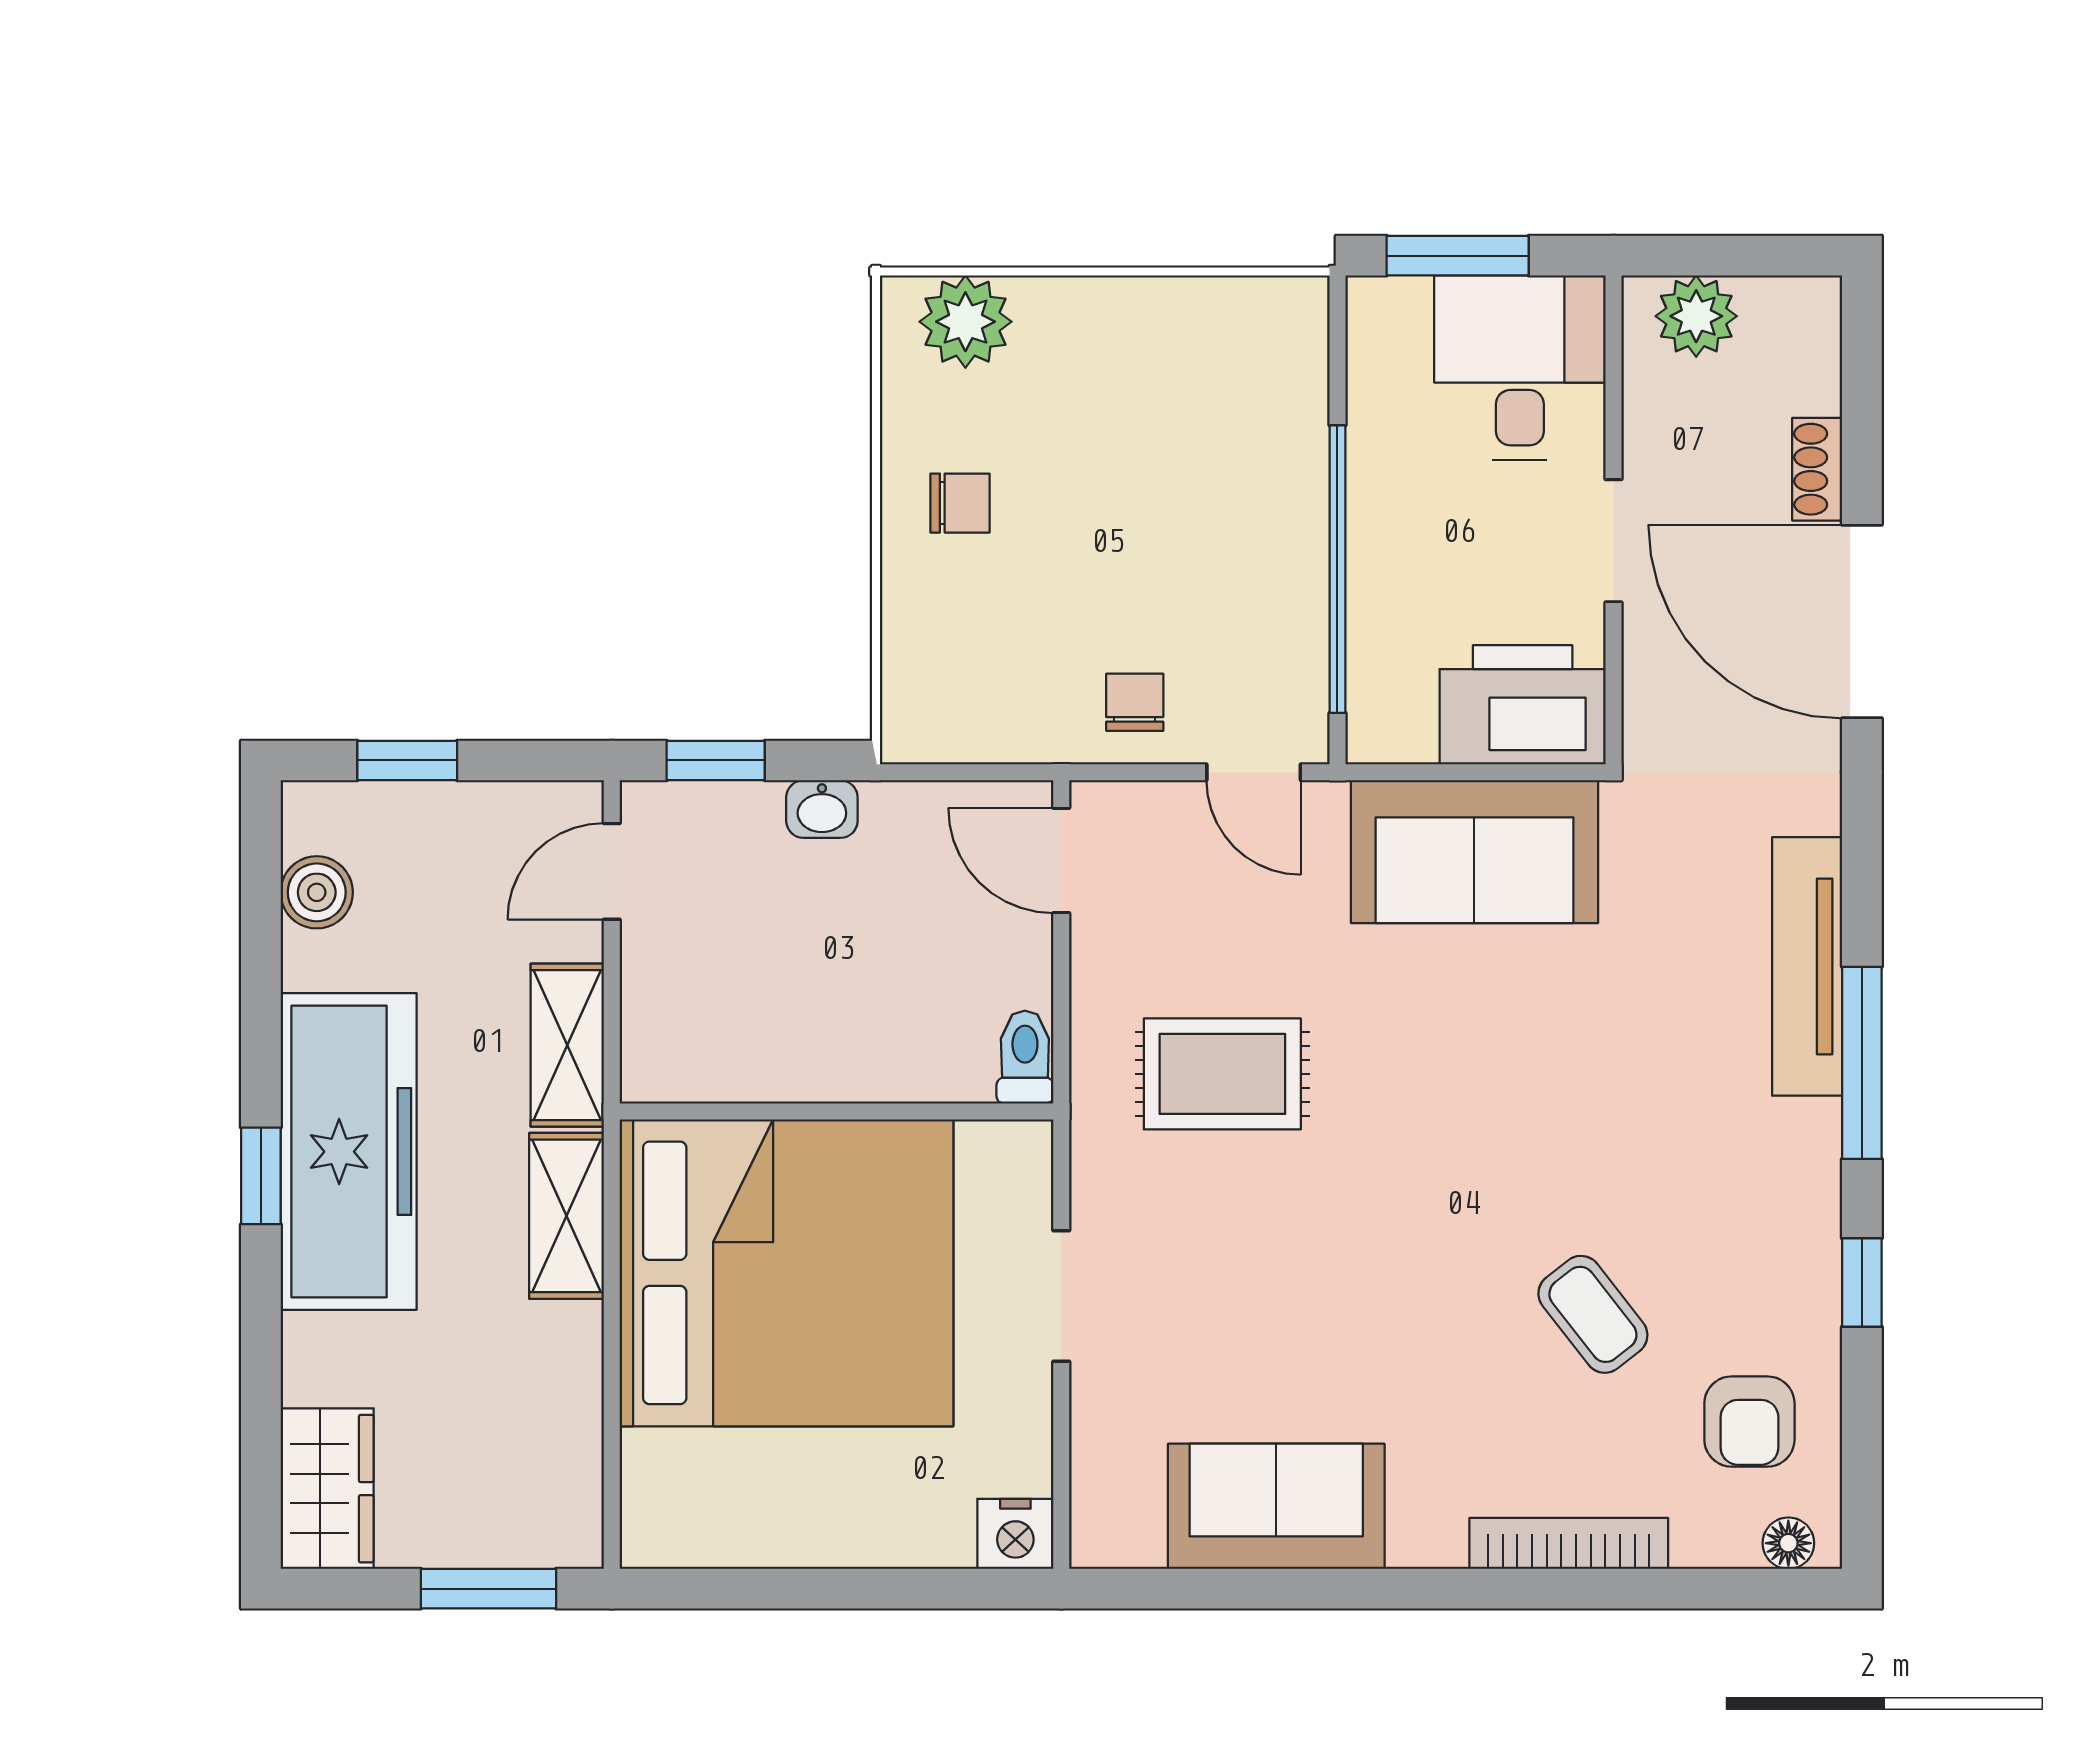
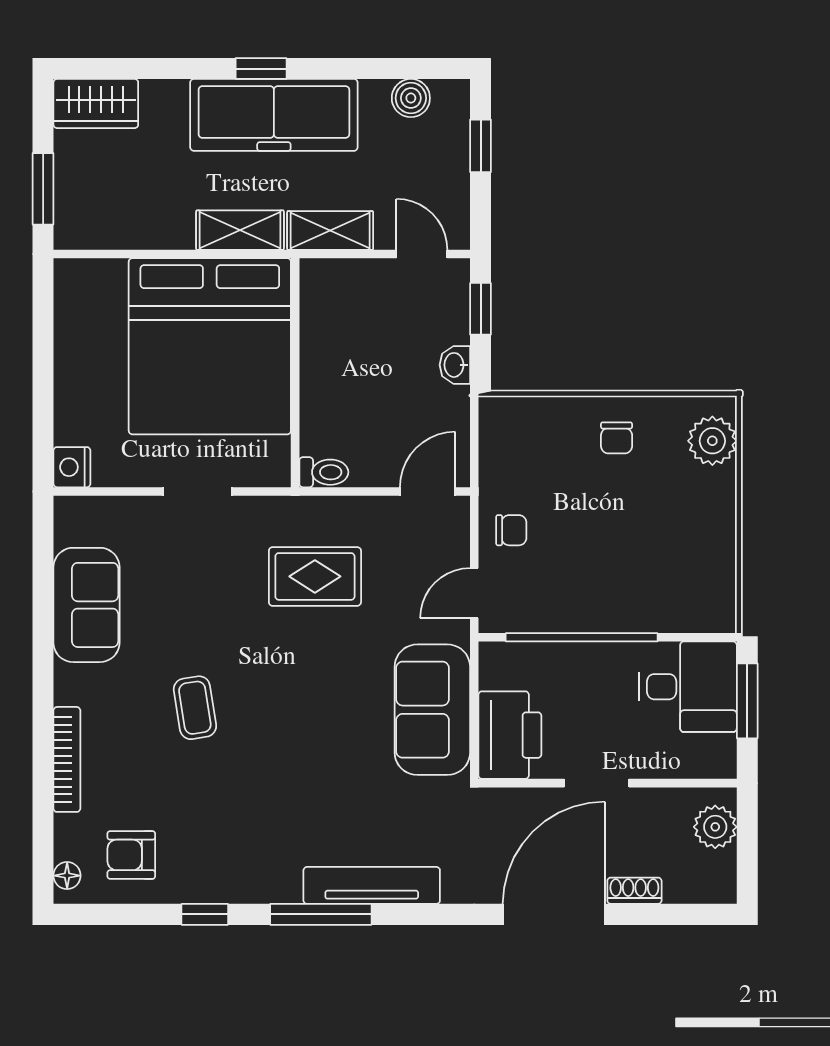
desk: (1520, 368) -> (688, 687), moved
rug: (1222, 1074) -> (315, 576), turned 90
coffee table: (1593, 1314) -> (195, 708), moved, turned -61

